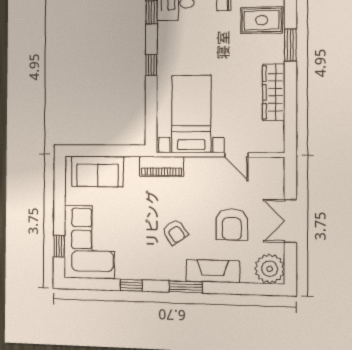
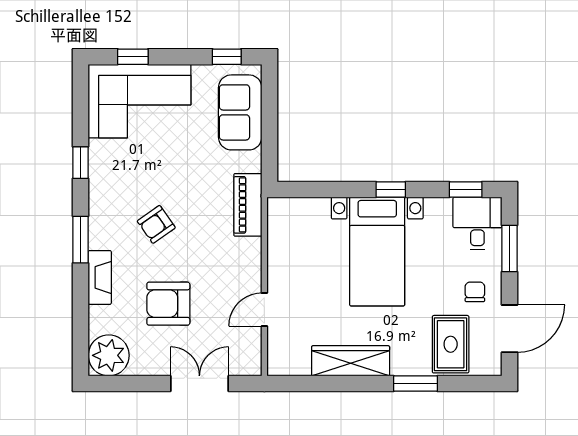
bed with nightstands: (191, 114) -> (377, 252), moved, turned 90
window: (60, 180) -> (227, 57), added
double door: (290, 221) -> (199, 384), moved
fireplace: (213, 271) -> (100, 277), width x0.73, depth x0.76

